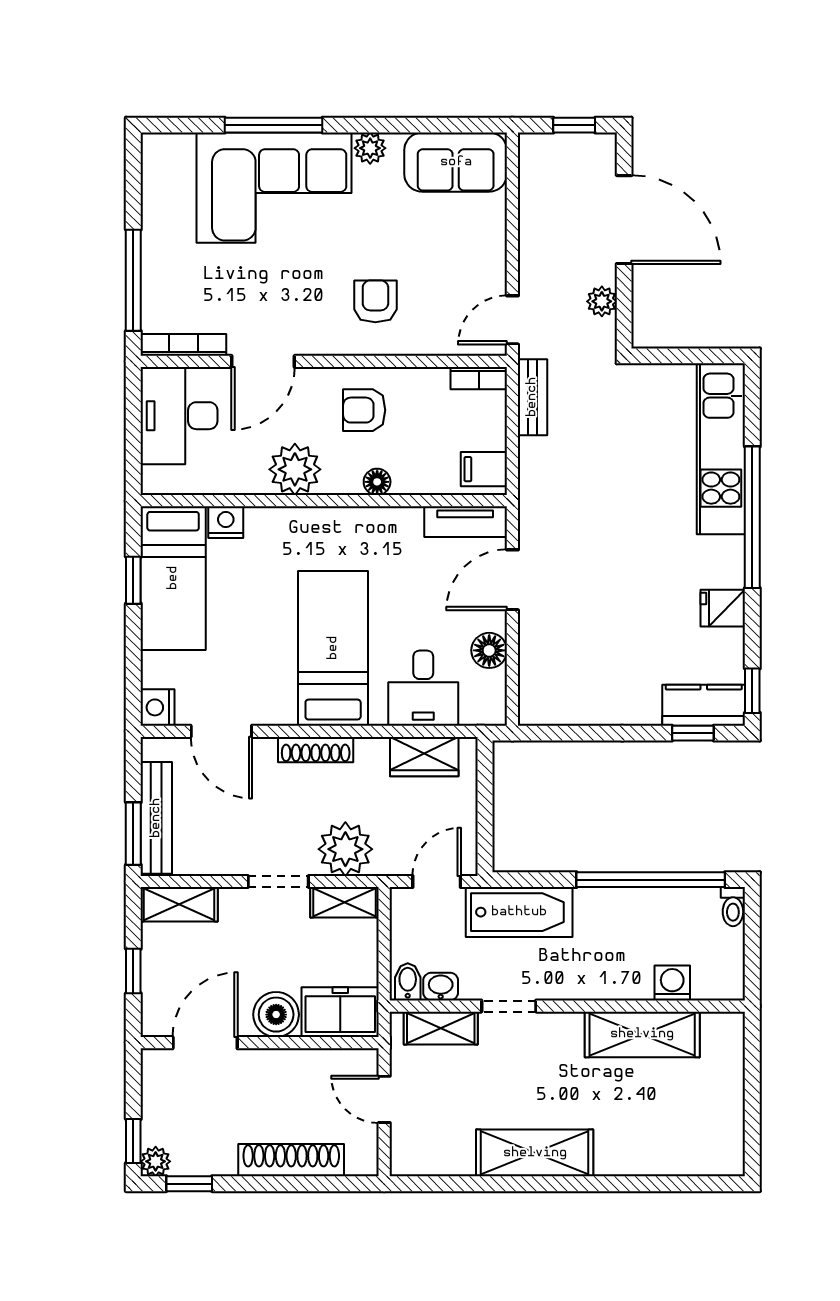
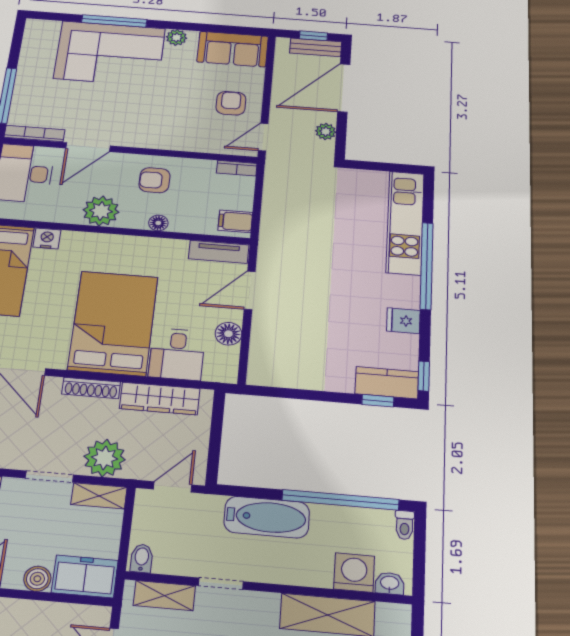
door: (624, 220) -> (344, 88), swing flipped
armchair: (375, 301) -> (231, 103), moved
bench: (532, 397) -> (316, 47), moved, turned 90
bed: (333, 648) -> (113, 323), width x1.50
wardrobe: (424, 757) -> (160, 399), width x1.50
bathtub: (519, 912) -> (267, 517), moved
washing machine: (672, 983) -> (354, 573), width x1.38, depth x1.38
washbasin: (441, 987) -> (390, 583), moved
boiler: (276, 1015) -> (37, 579), width x0.73, depth x0.73

